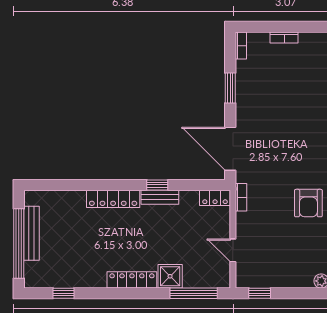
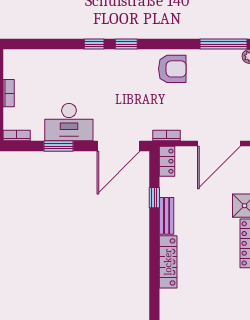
desk: (255, 99) -> (69, 122), added
window: (157, 185) -> (154, 198), moved
door: (233, 250) -> (219, 144), width x1.88

